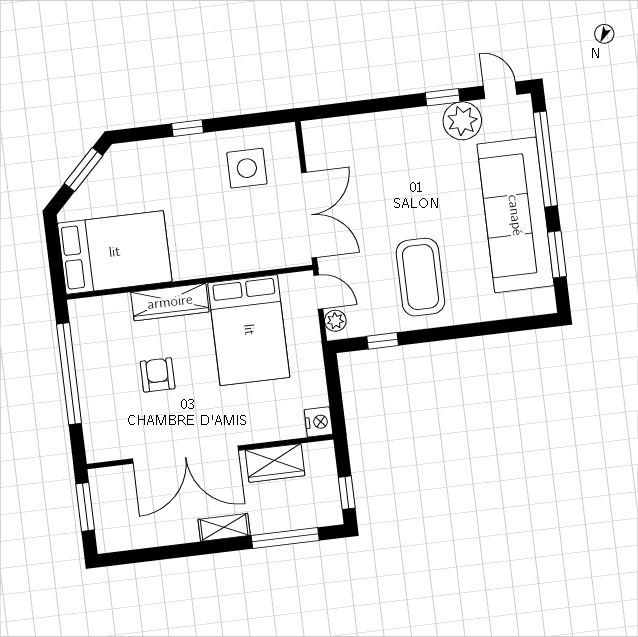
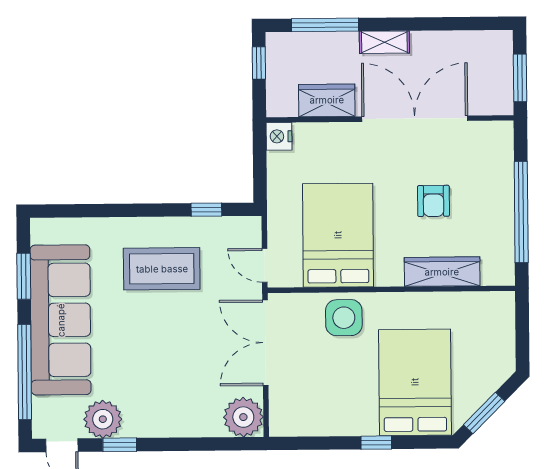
side table: (247, 168) -> (344, 318), moved
bed: (115, 252) -> (415, 382), moved, turned 90
coffee table: (420, 277) -> (162, 269), turned 90
wardrobe: (170, 302) -> (442, 272), moved
plant: (335, 321) -> (243, 417), moved, width x1.88, depth x1.88

